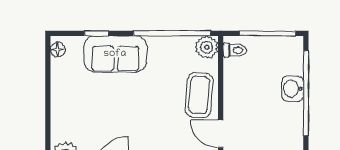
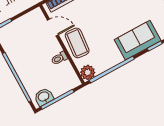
toilet: (235, 50) -> (59, 58), moved
washbasin: (293, 89) -> (44, 97), moved, turned -90

